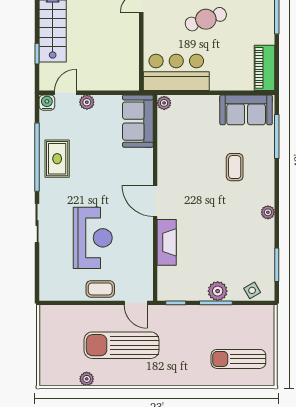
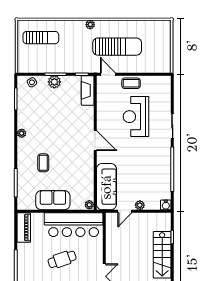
bar counter: (176, 72) -> (74, 225), width x1.36
door: (65, 93) -> (125, 211), moved
sofa: (246, 110) -> (53, 200), moved
sofa: (138, 121) -> (106, 187), width x1.36
rug: (57, 159) -> (159, 168), removed
fireplace: (167, 242) -> (88, 90), moved
plant: (87, 379) -> (90, 25), moved

